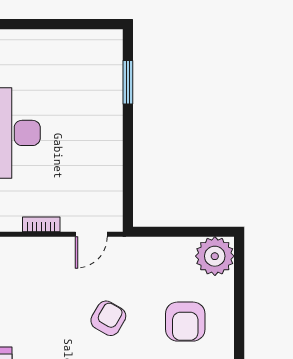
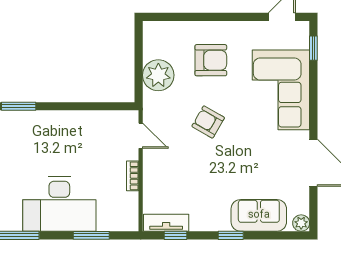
plant: (215, 256) -> (158, 75), moved

